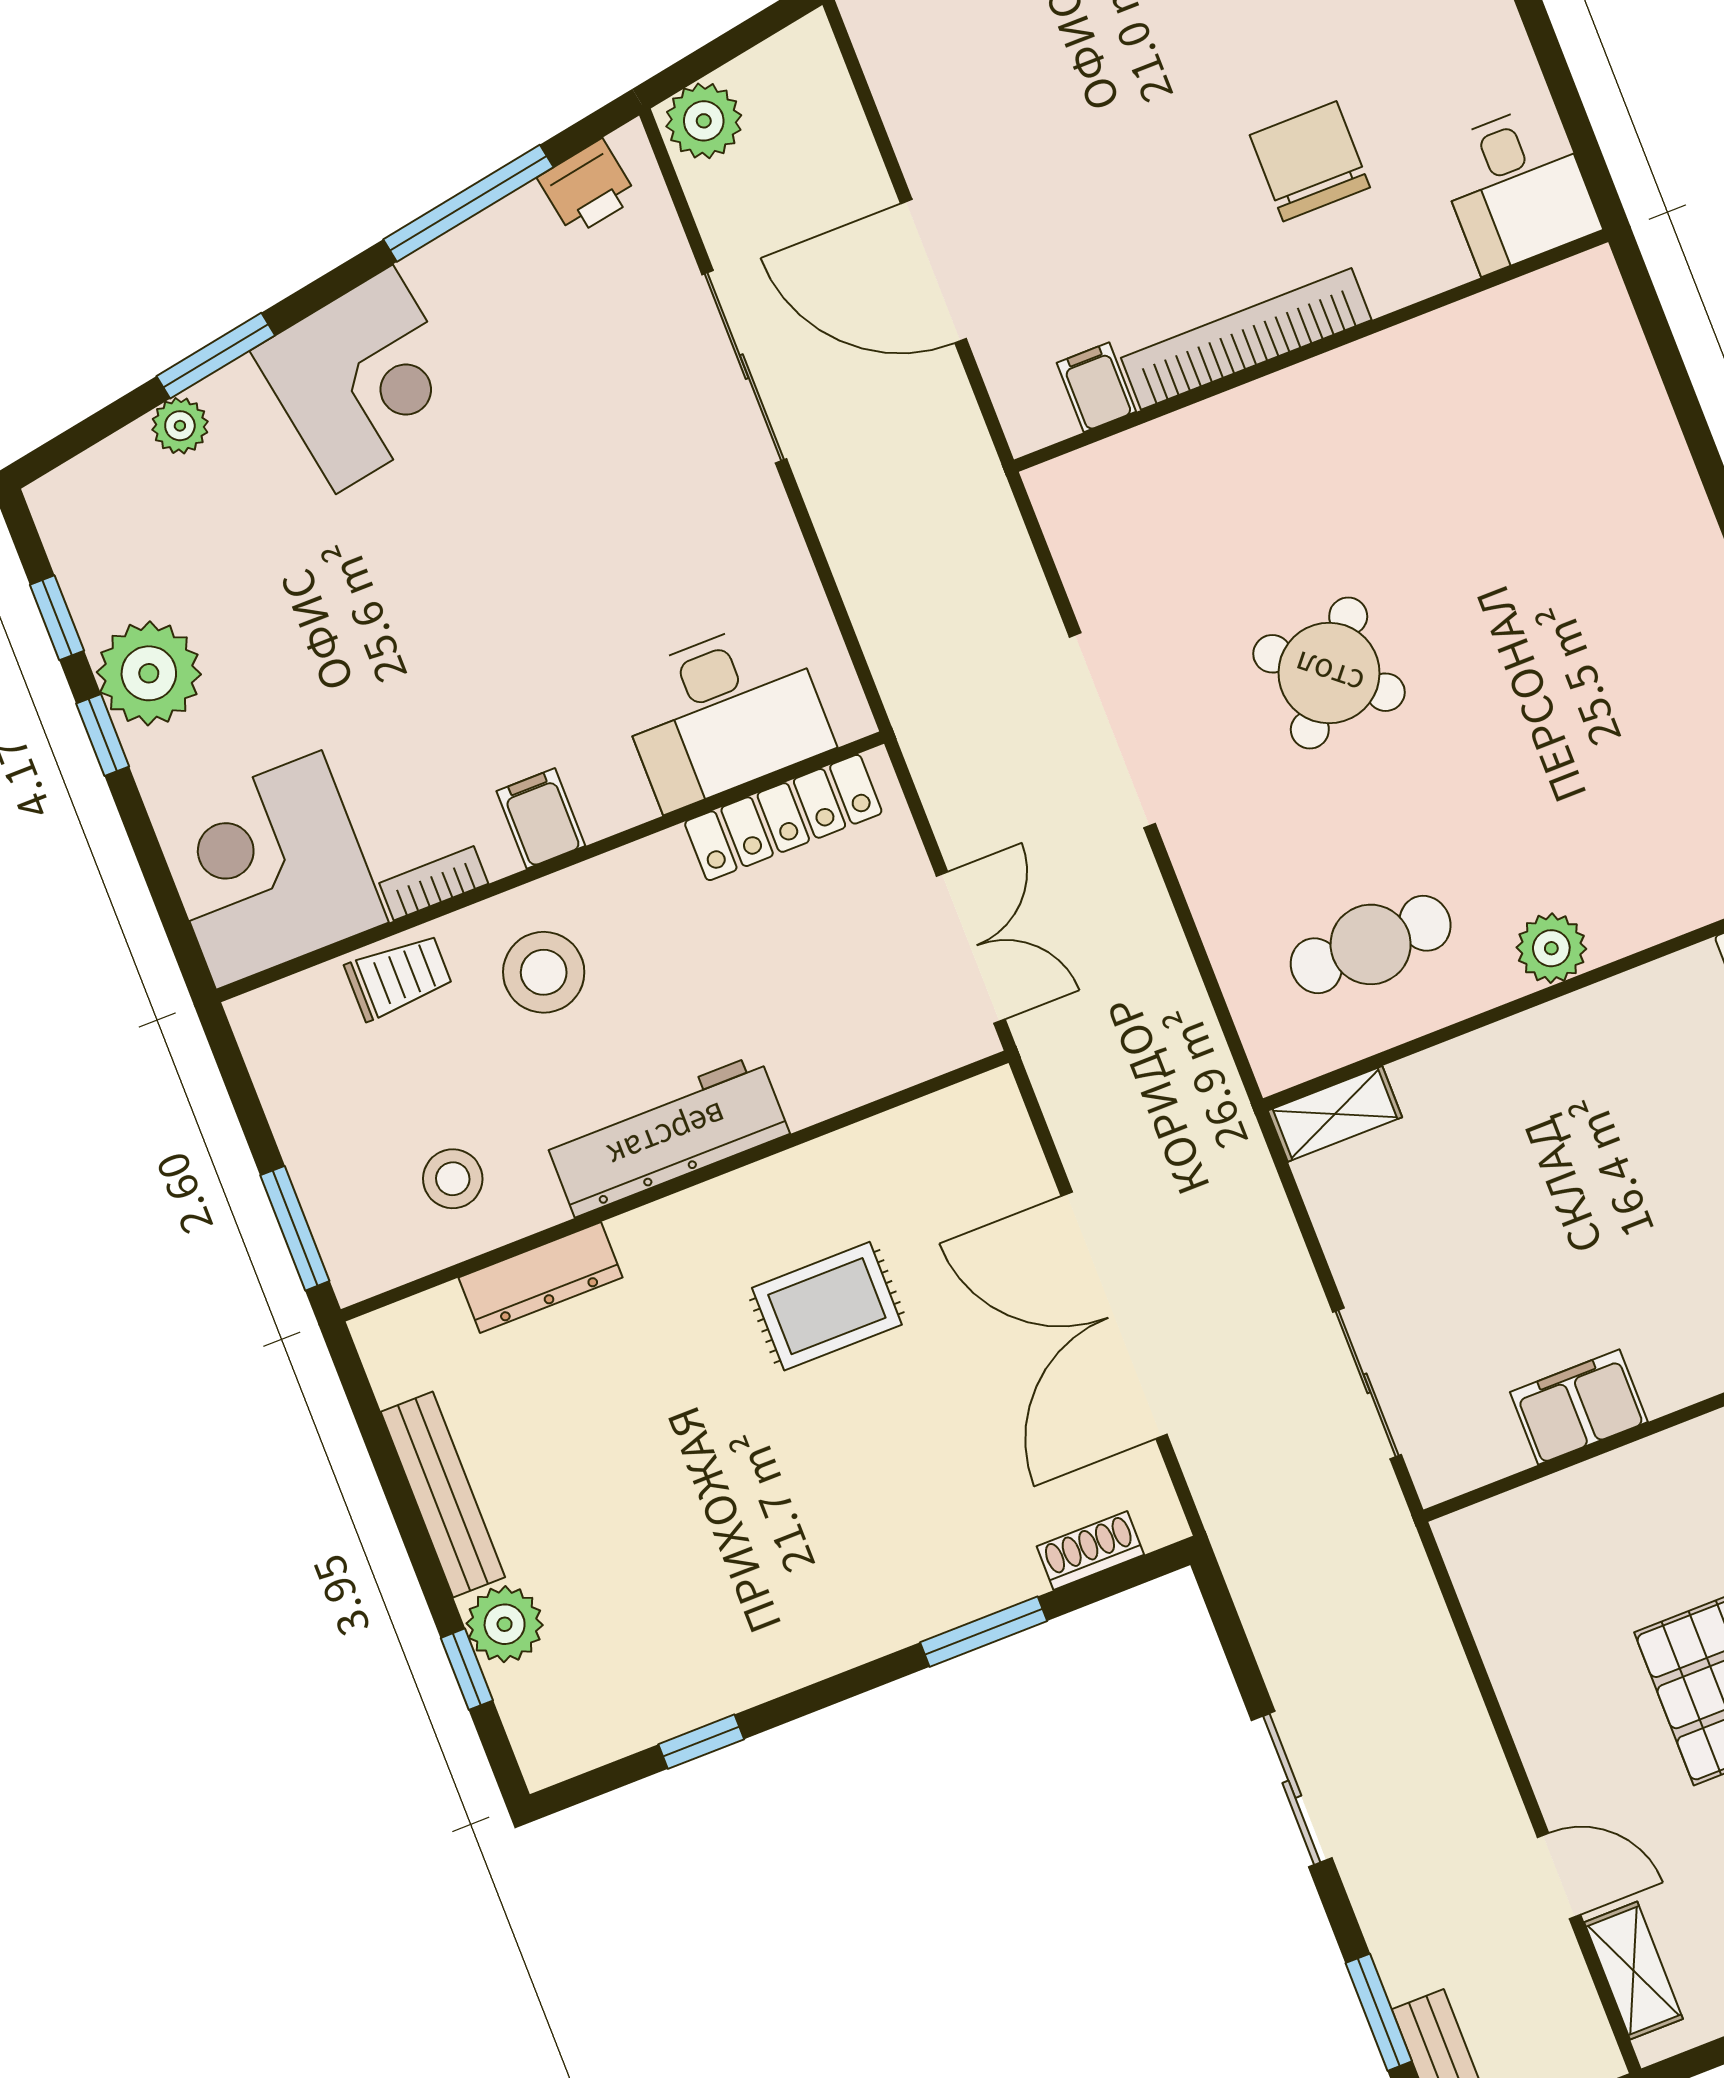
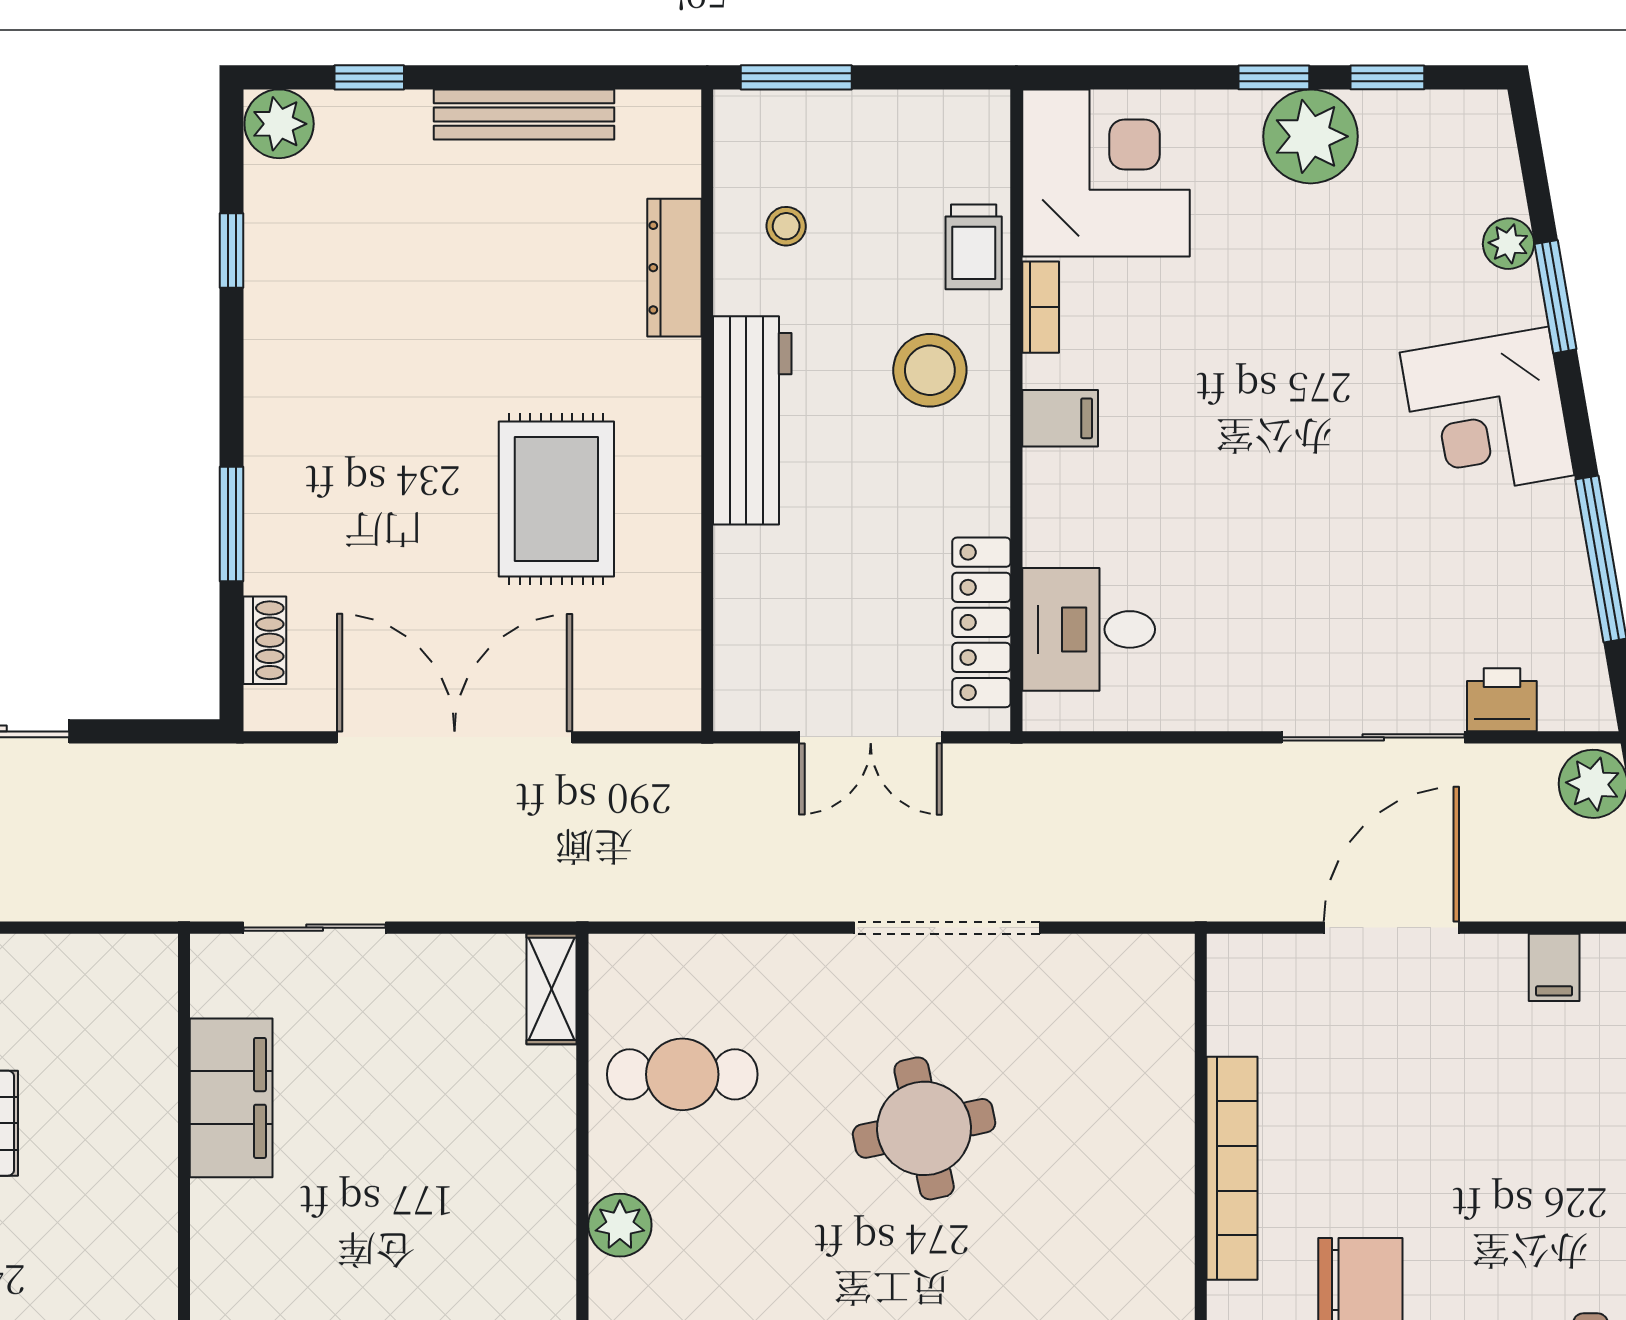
printer: (588, 188) -> (1502, 700), moved, turned 100
filing cabinet: (1096, 387) -> (1554, 967), moved, turned 90
round table: (1329, 673) -> (924, 1128), turned 38
desk: (724, 713) -> (1089, 629), width x0.73
cafe table: (1371, 944) -> (682, 1074), turned 90
double door: (971, 947) -> (871, 737), moved
stool: (453, 1179) -> (786, 226), width x0.73, depth x0.73
rug: (827, 1306) -> (556, 499), width x1.36, depth x1.43
filing cabinet: (1579, 1407) -> (231, 1098), width x1.50, depth x1.17
plant: (505, 1624) -> (279, 124), moved

